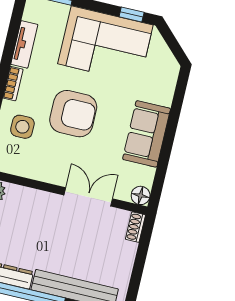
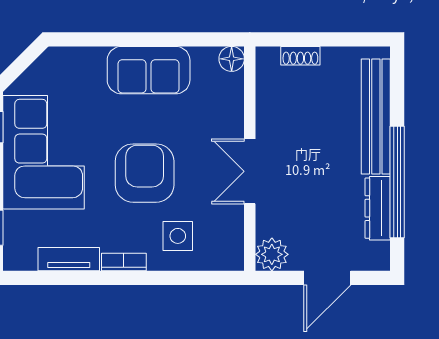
double door: (88, 197) -> (250, 171), moved
shoe rack: (135, 227) -> (300, 56), moved

